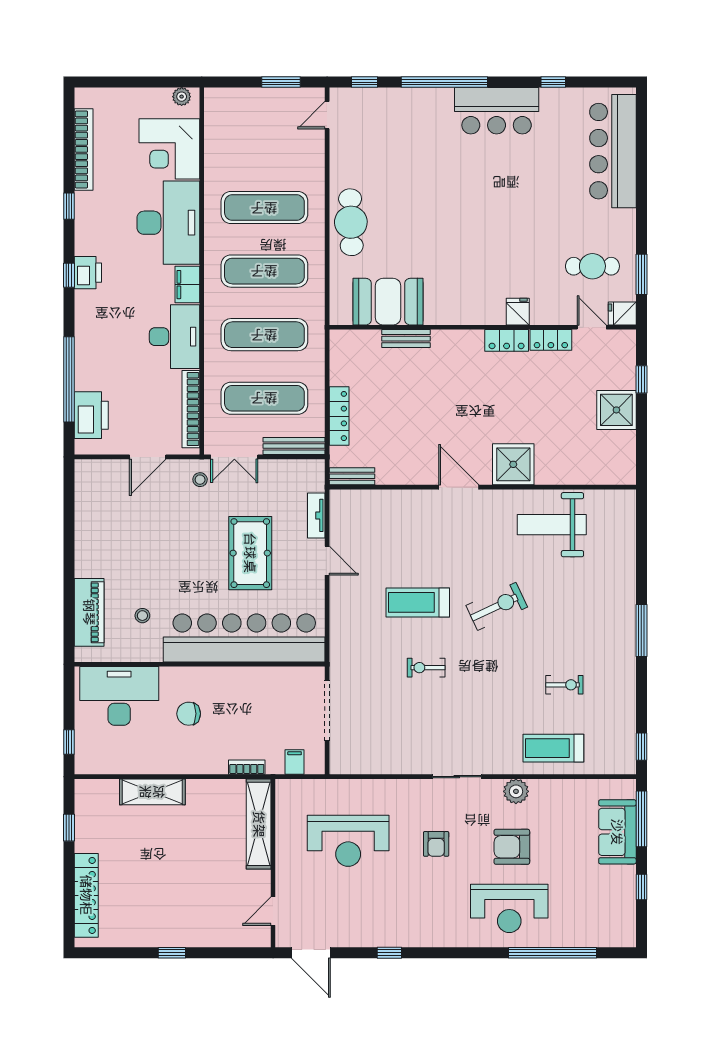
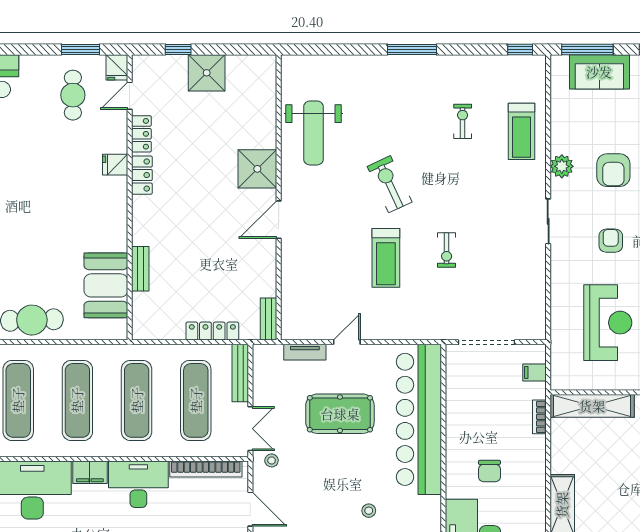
stool: (142, 616) -> (369, 511), moved
armchair: (436, 844) -> (611, 241), turned -90

